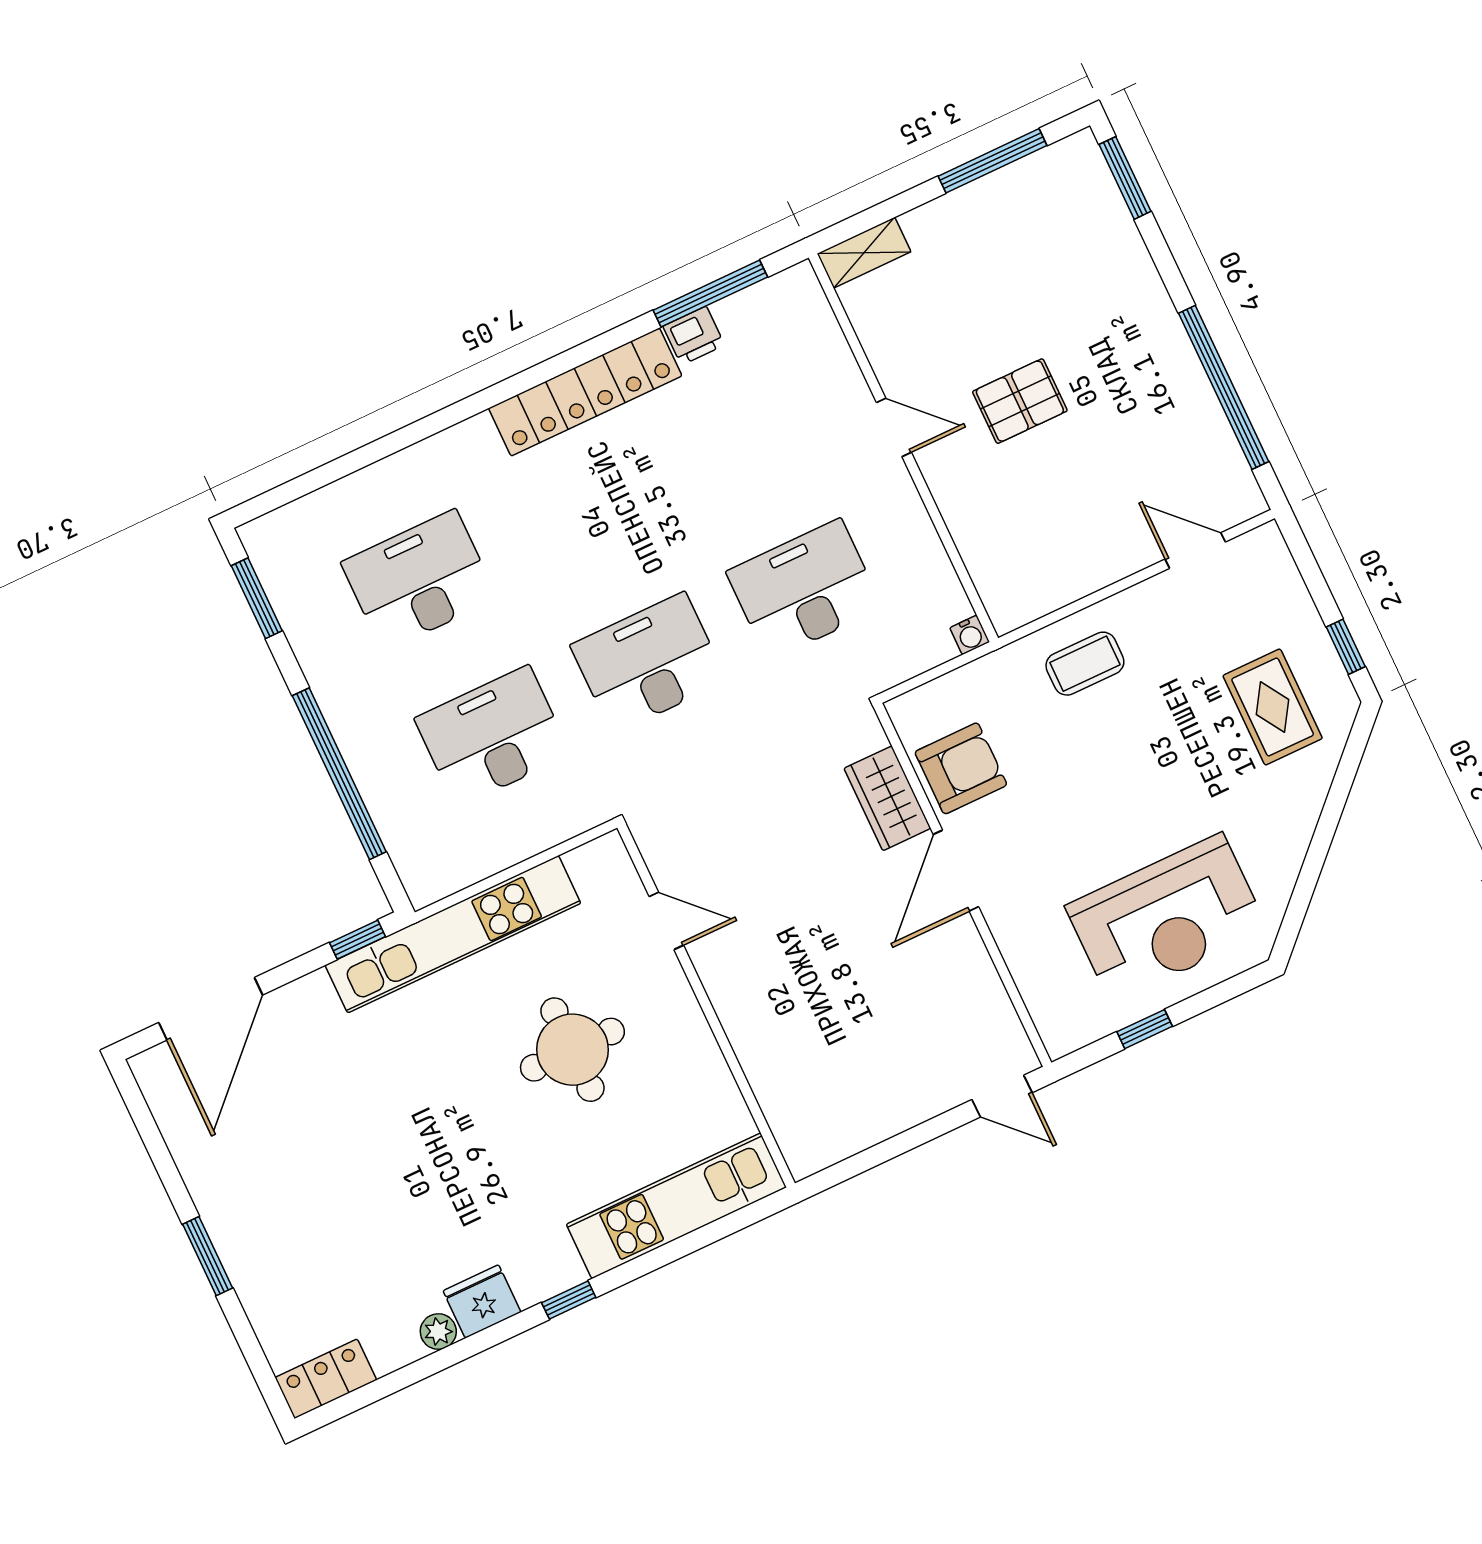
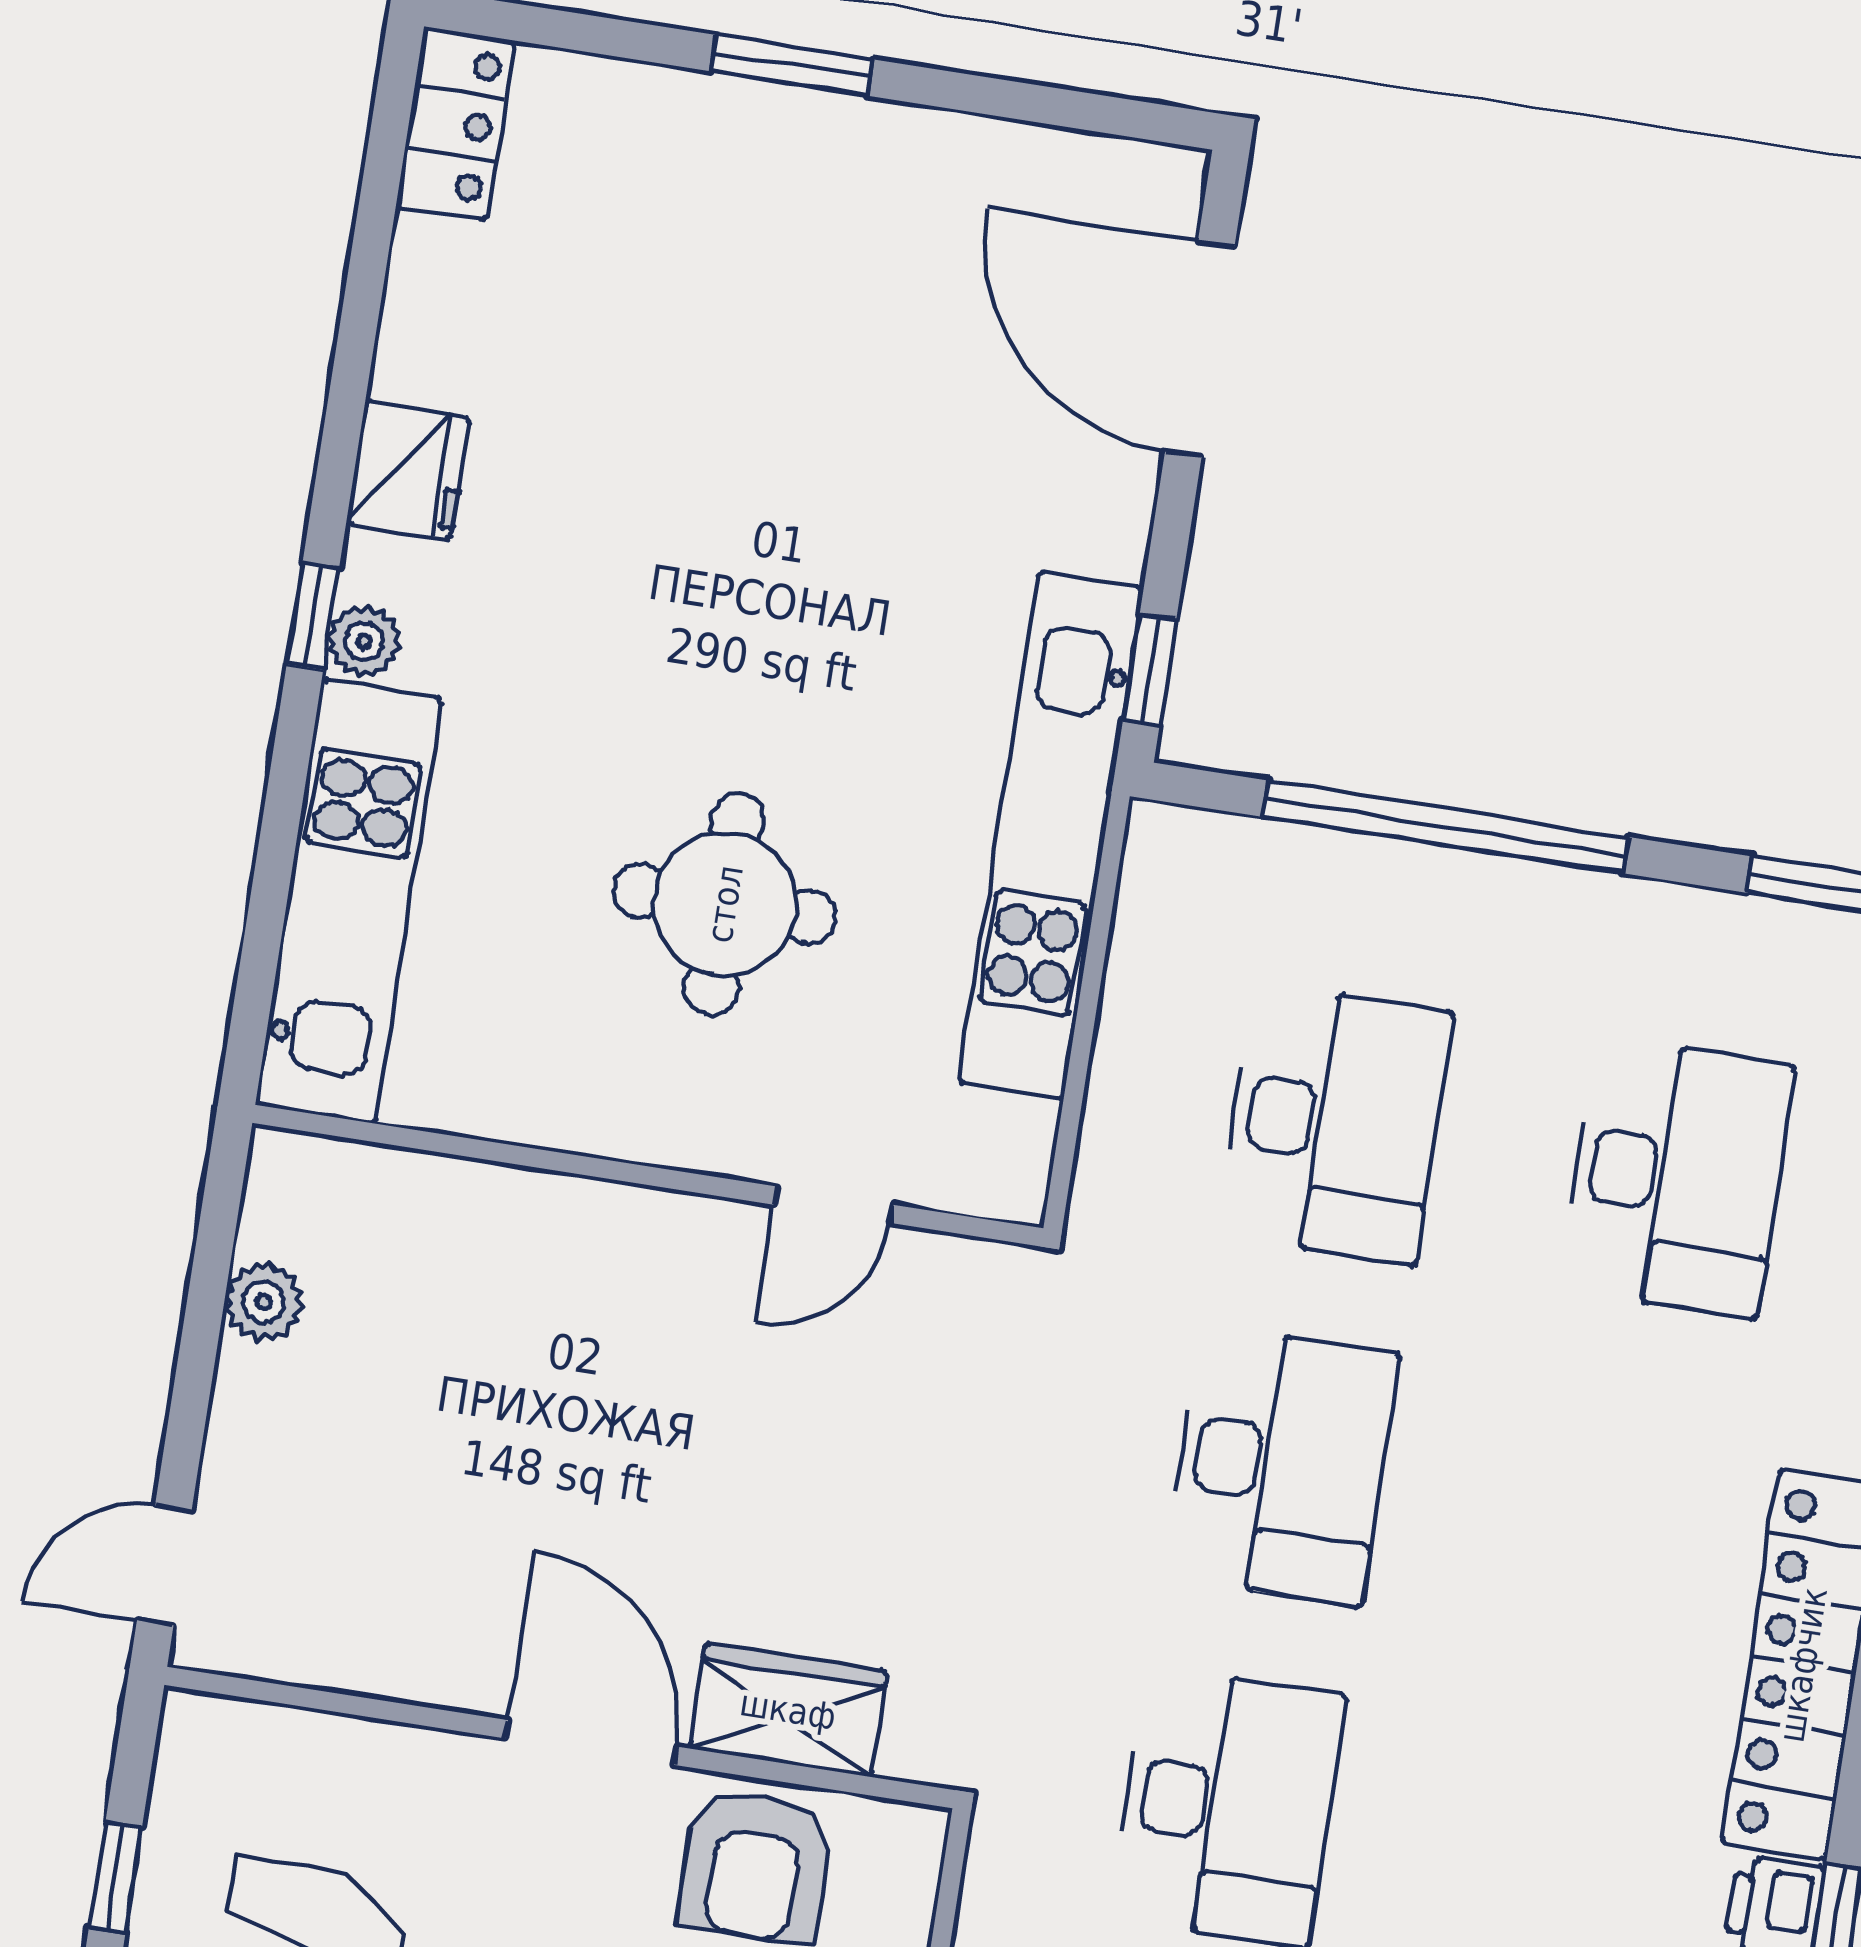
plant: (865, 1129) -> (264, 1302), added
plant: (438, 1332) -> (364, 641), moved

